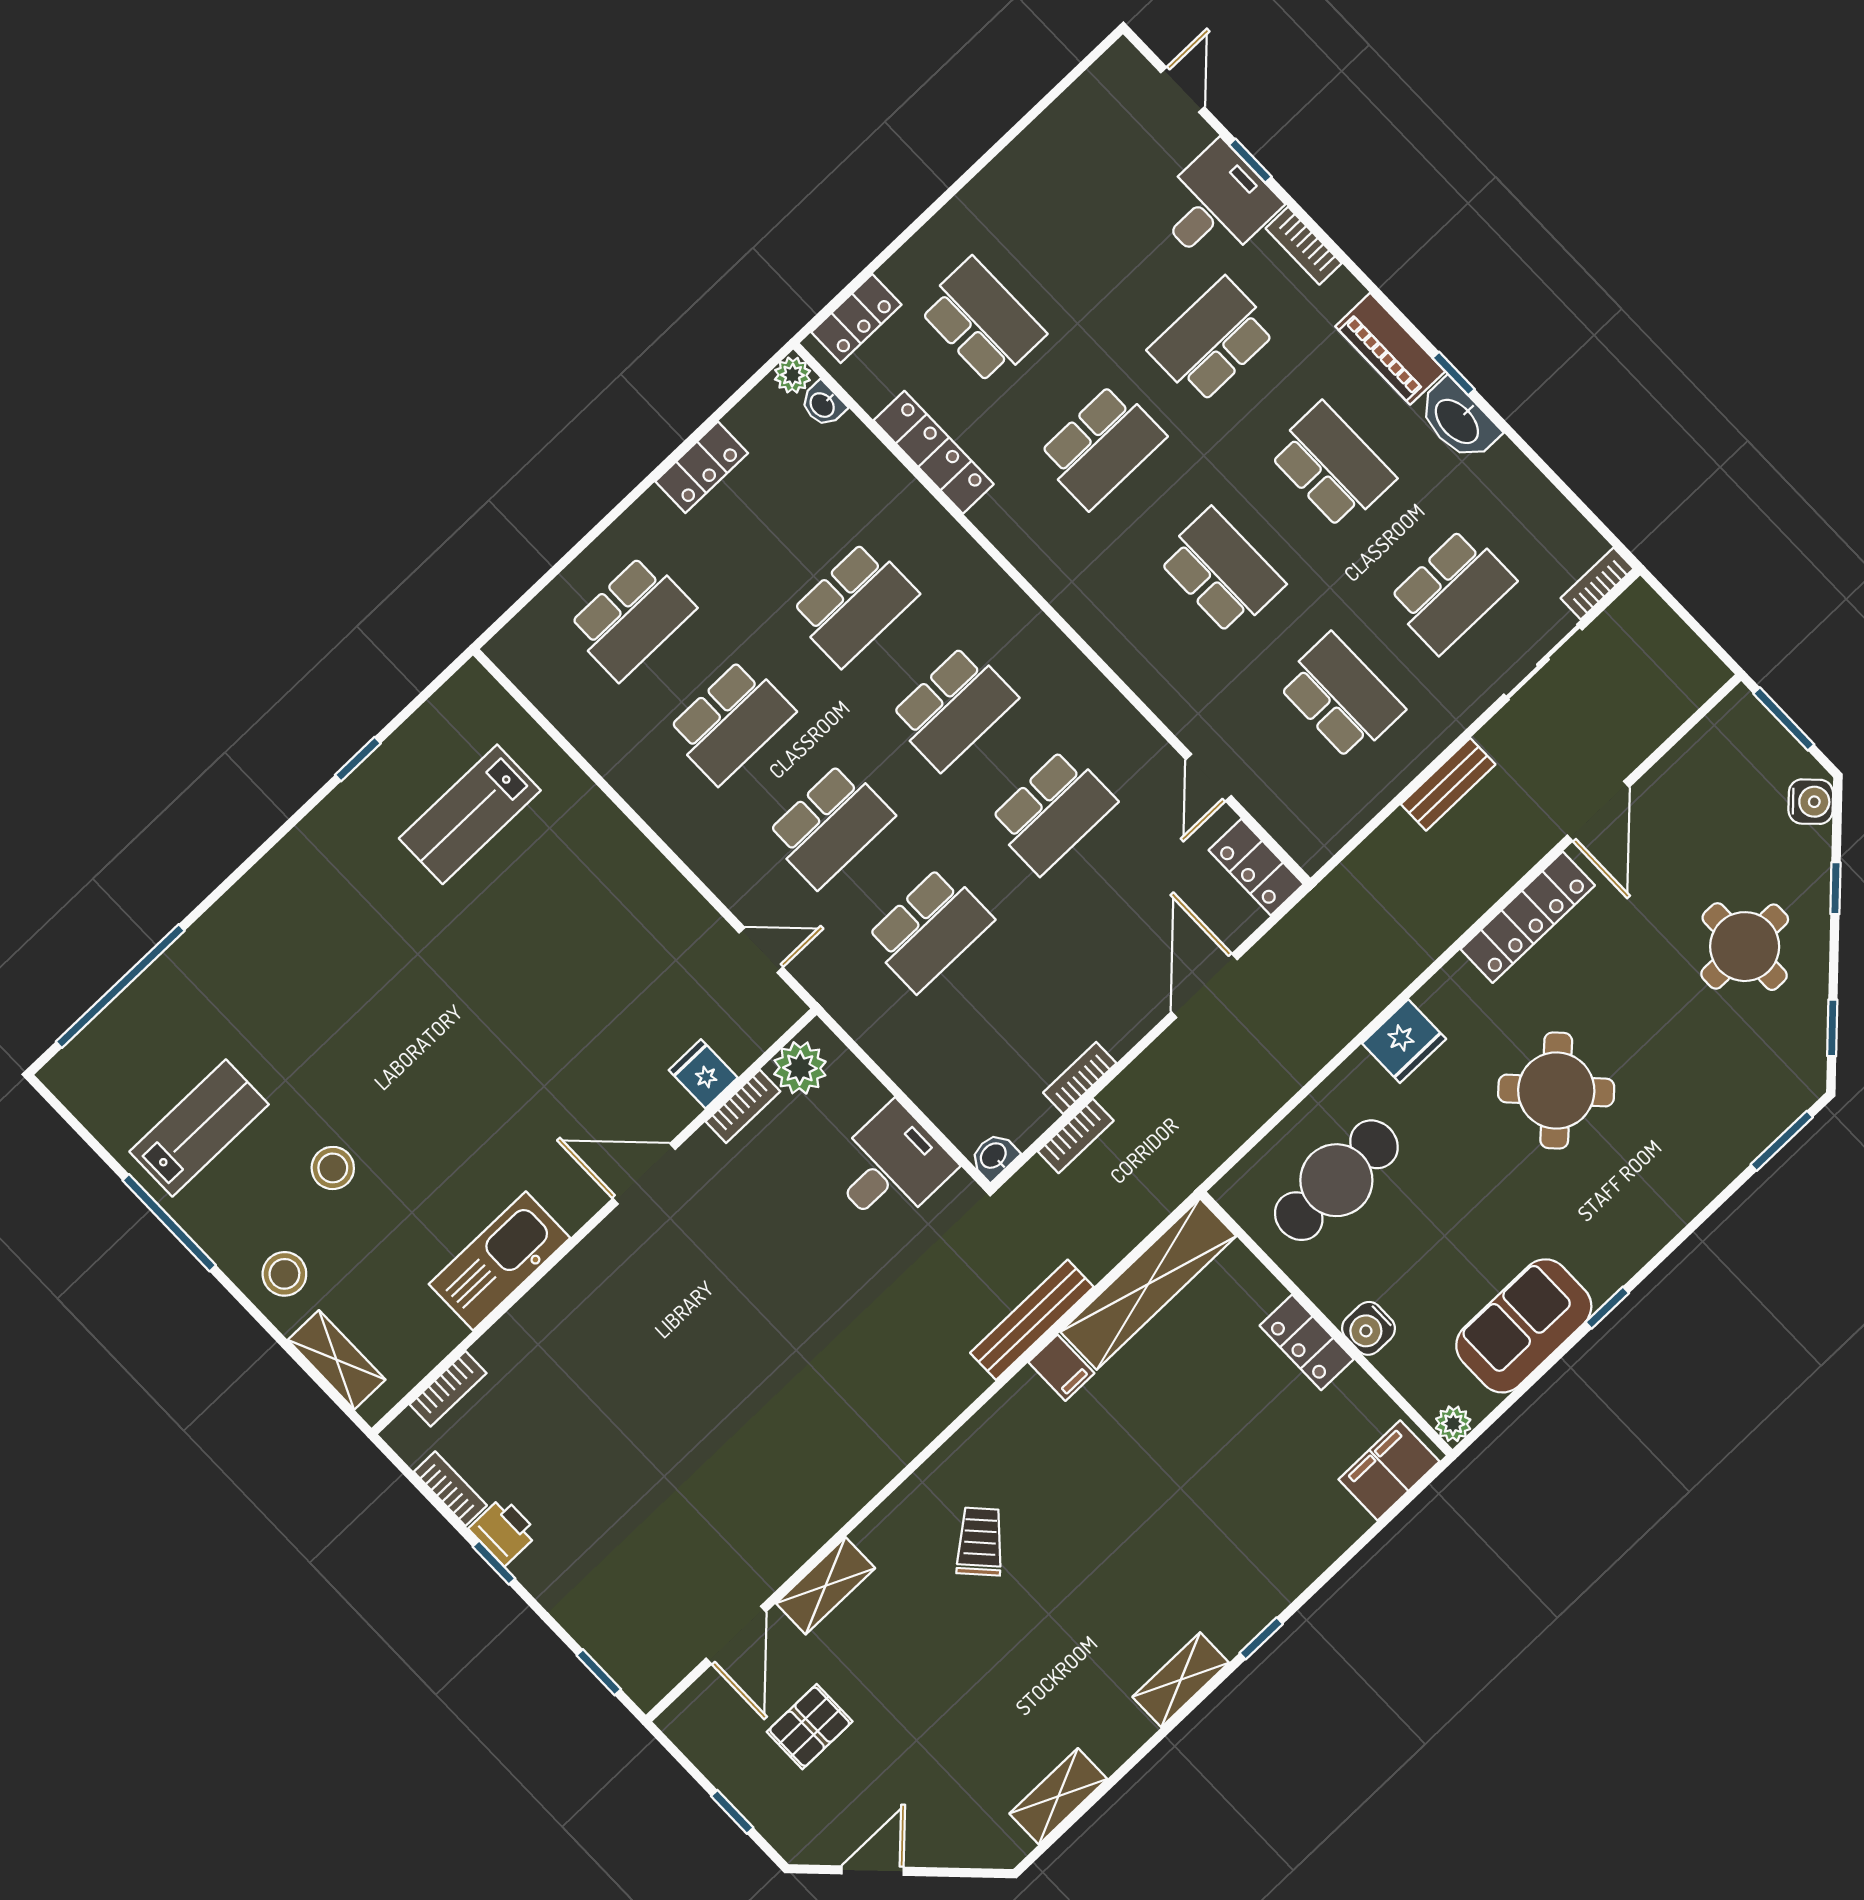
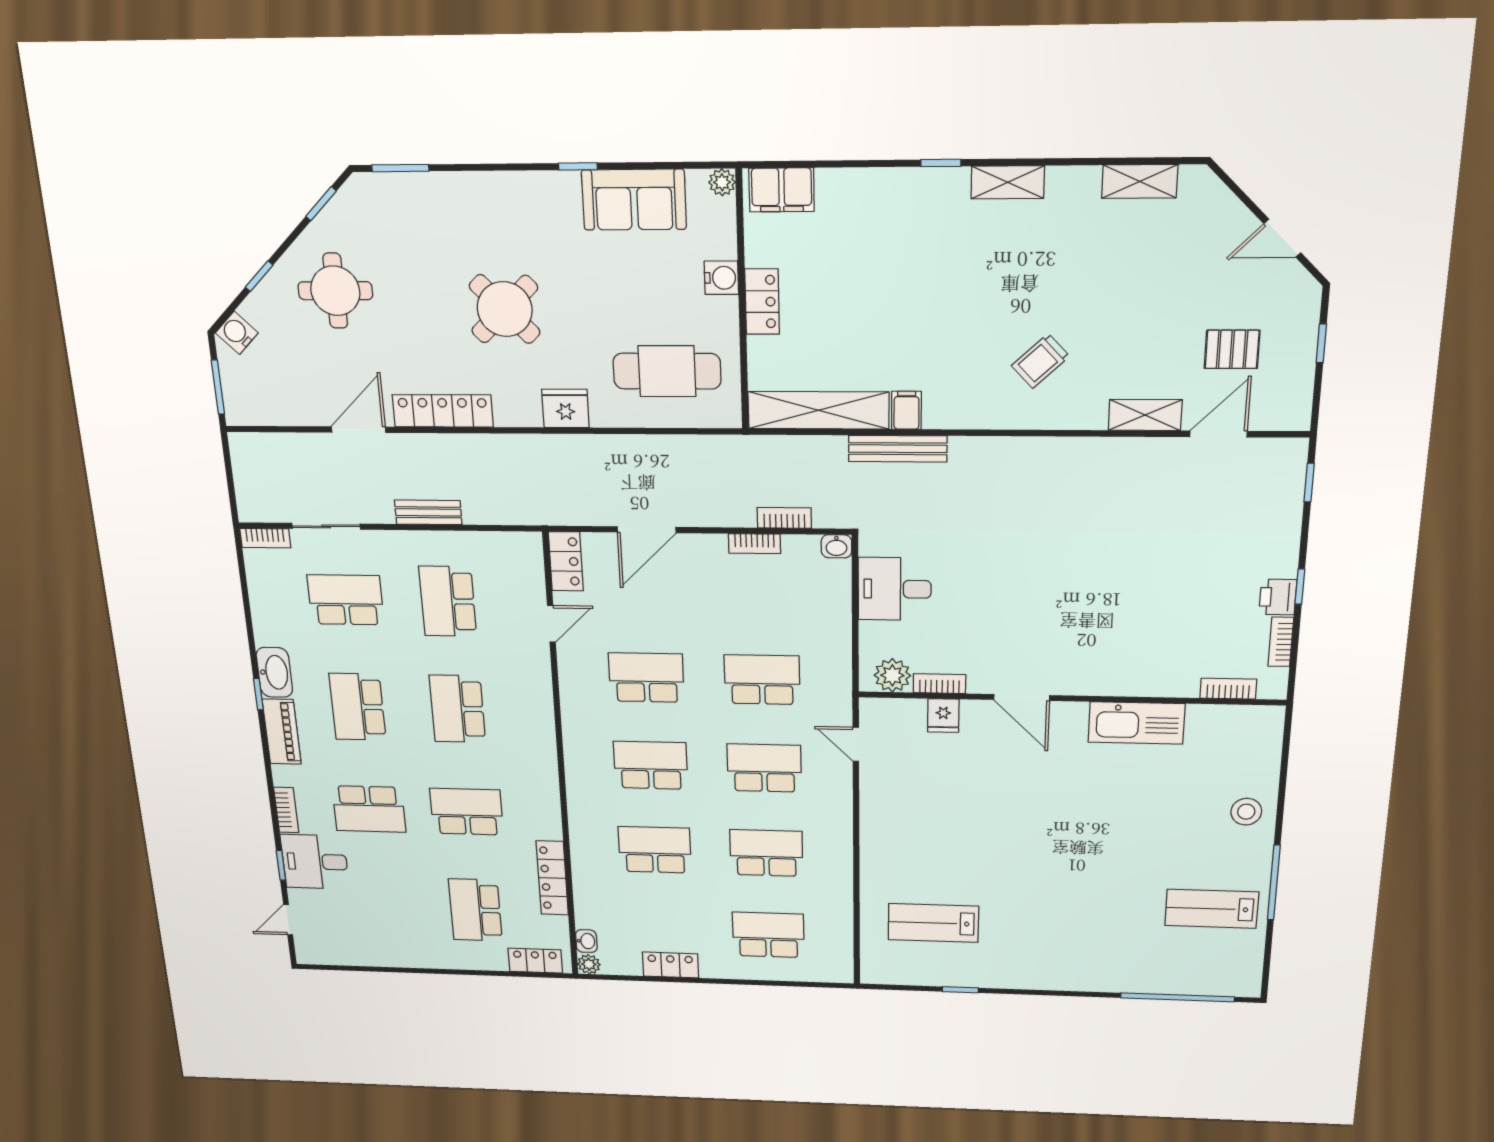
lab bench: (470, 814) -> (933, 923), turned 180
stool: (333, 1168) -> (1169, 836), removed
shelving: (337, 1360) -> (1267, 751), removed

